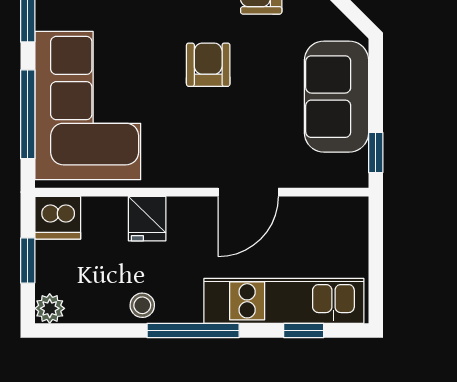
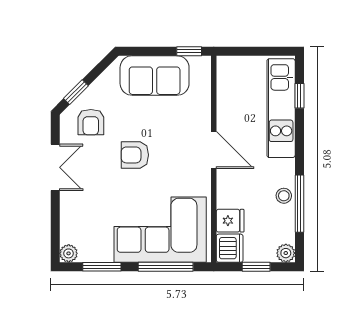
door: (248, 192) -> (214, 150), moved
fridge: (147, 219) -> (230, 221), moved
window: (193, 331) -> (299, 204), moved

